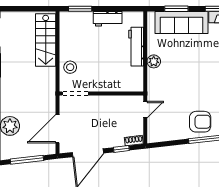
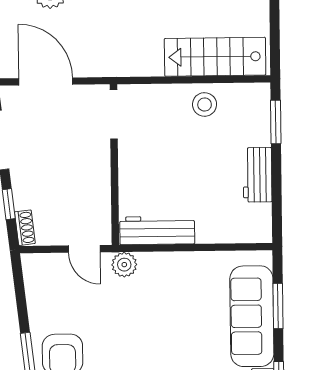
workbench: (136, 47) -> (157, 230), moved
plant: (154, 61) -> (124, 265), moved
stool: (70, 67) -> (205, 104), moved

